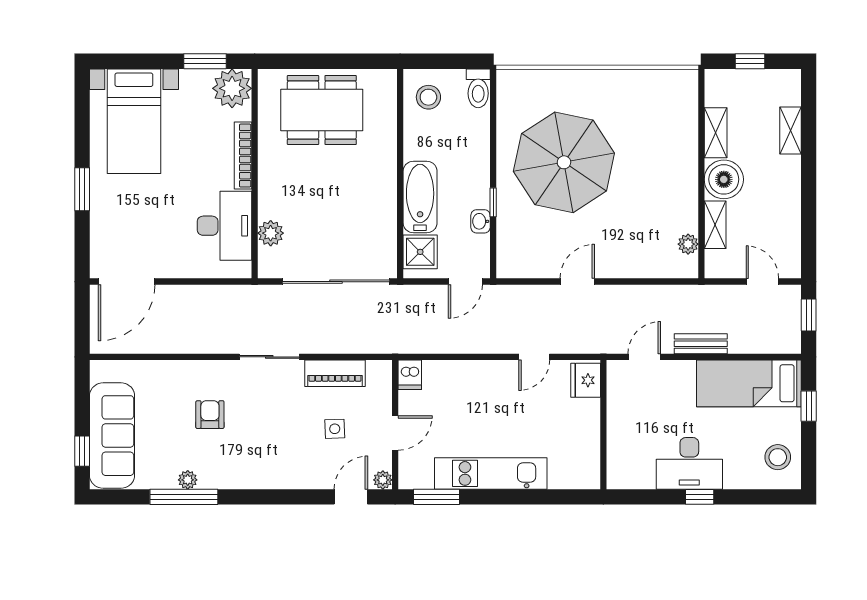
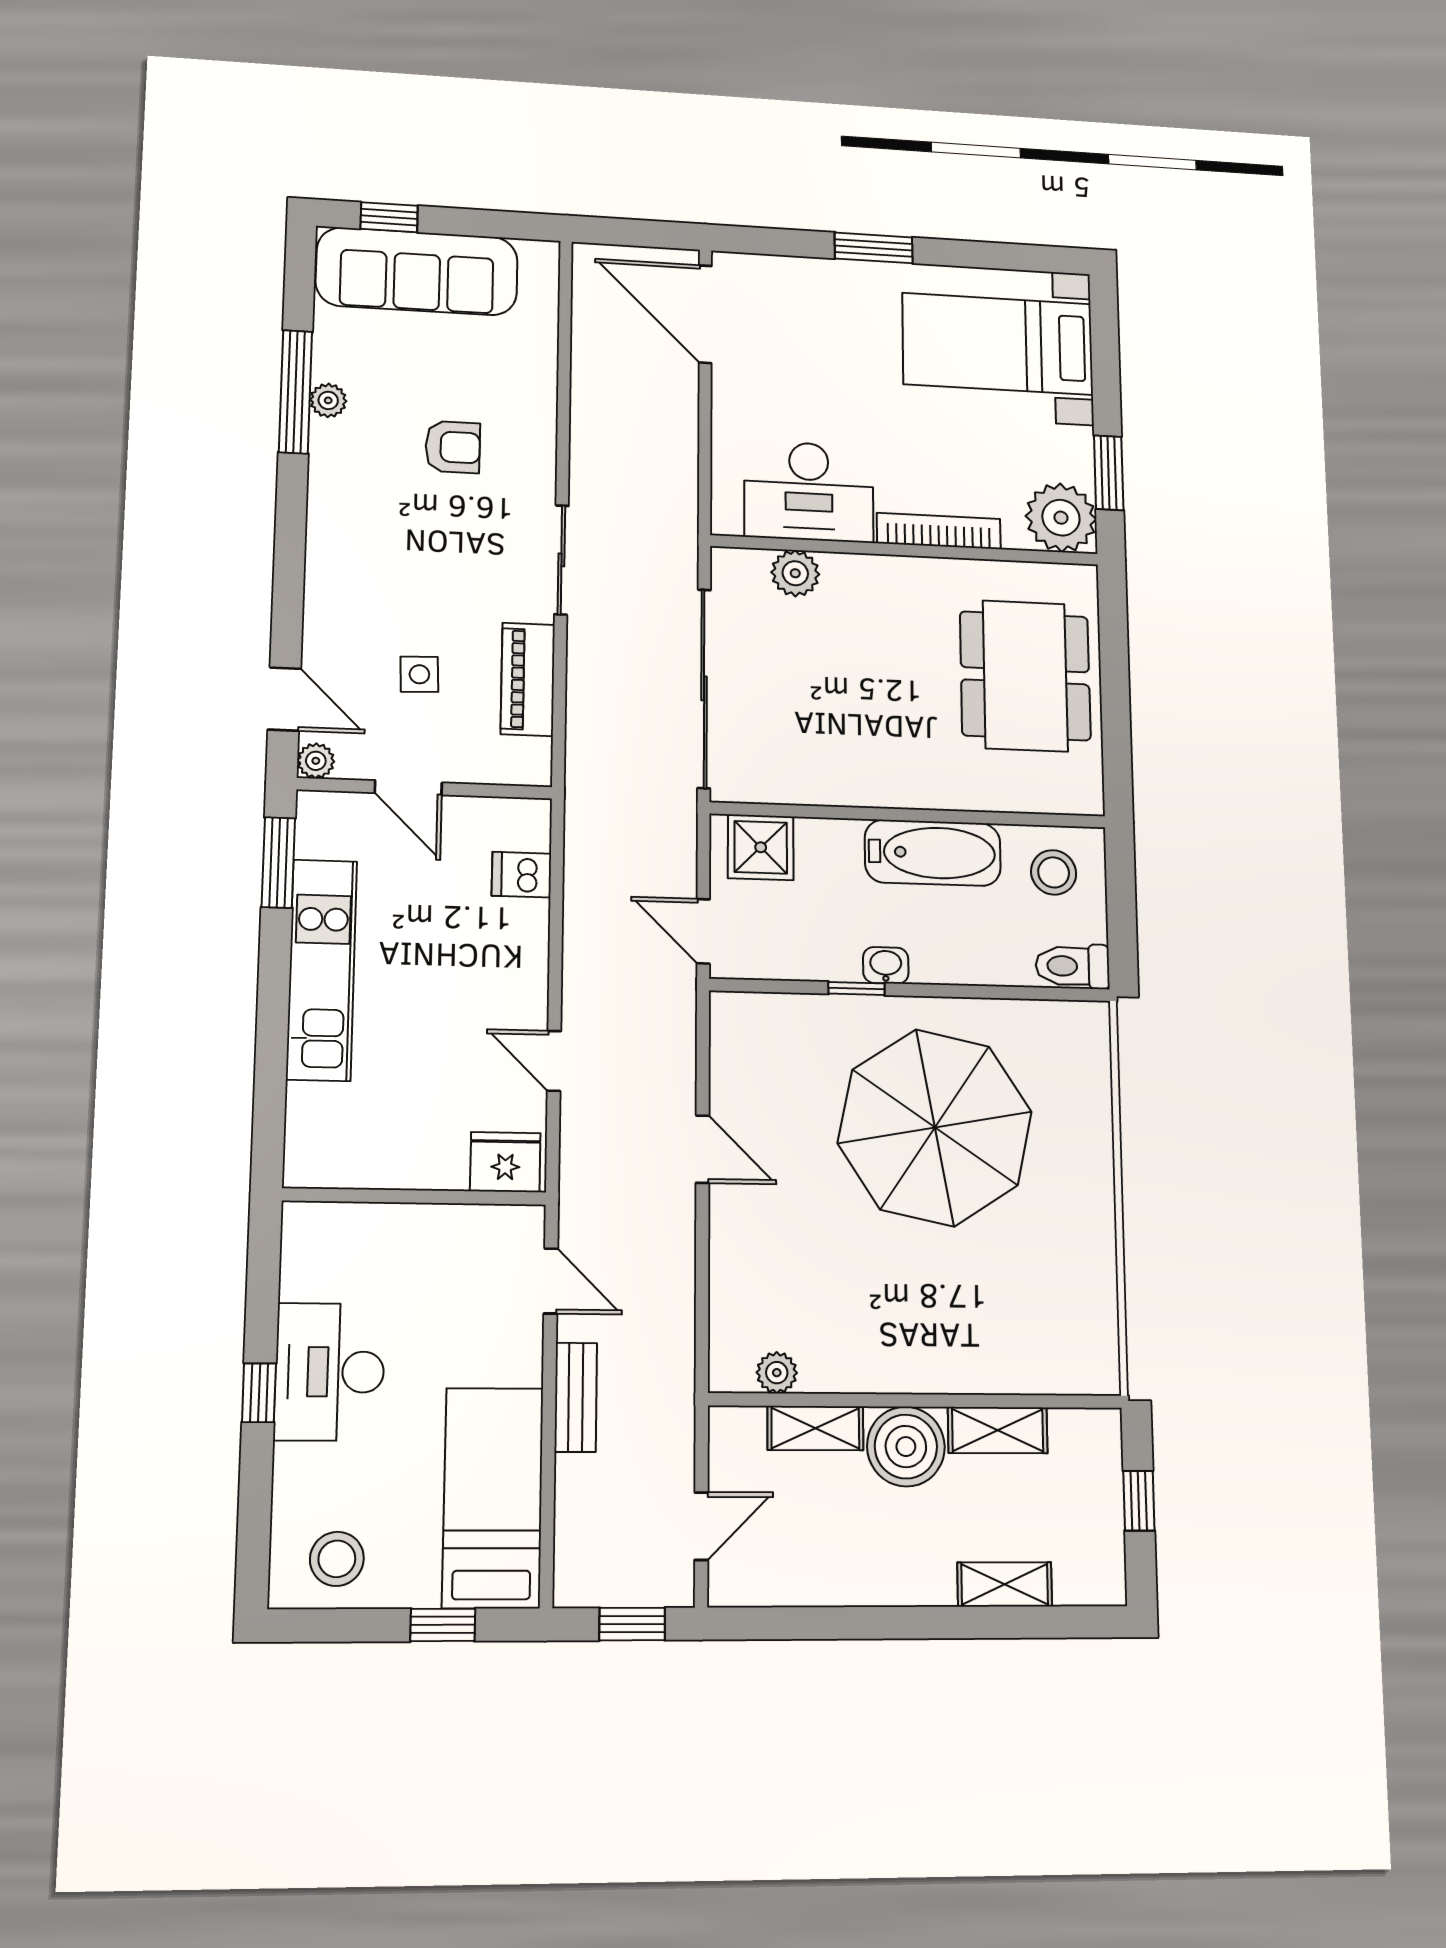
bathtub: (420, 197) -> (933, 853), moved
washbasin: (481, 221) -> (886, 965), moved
dishwasher: (410, 375) -> (521, 875), moved

